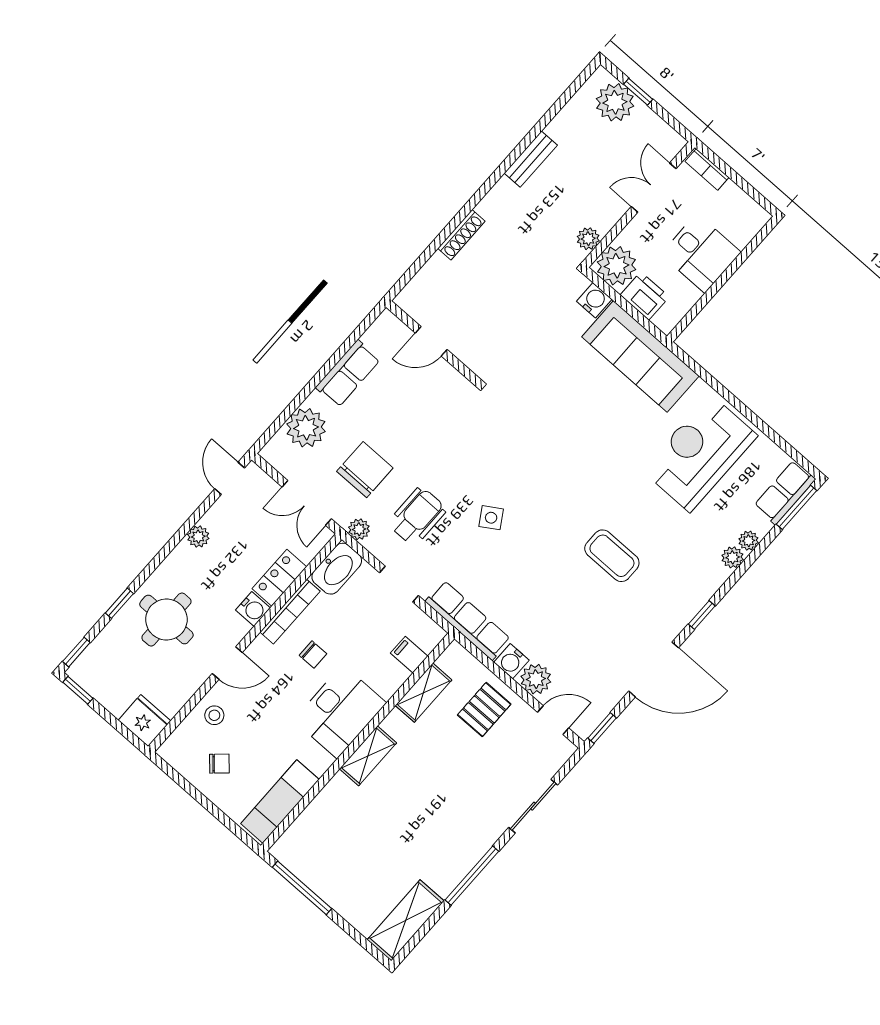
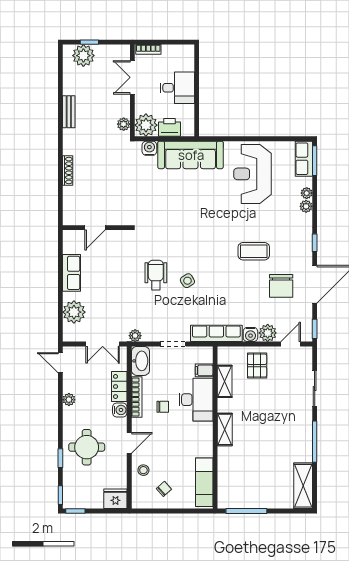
chair: (365, 470) -> (281, 286), moved, turned 180
wheelchair: (417, 516) -> (156, 275), moved
desk: (340, 711) -> (196, 400), moved

